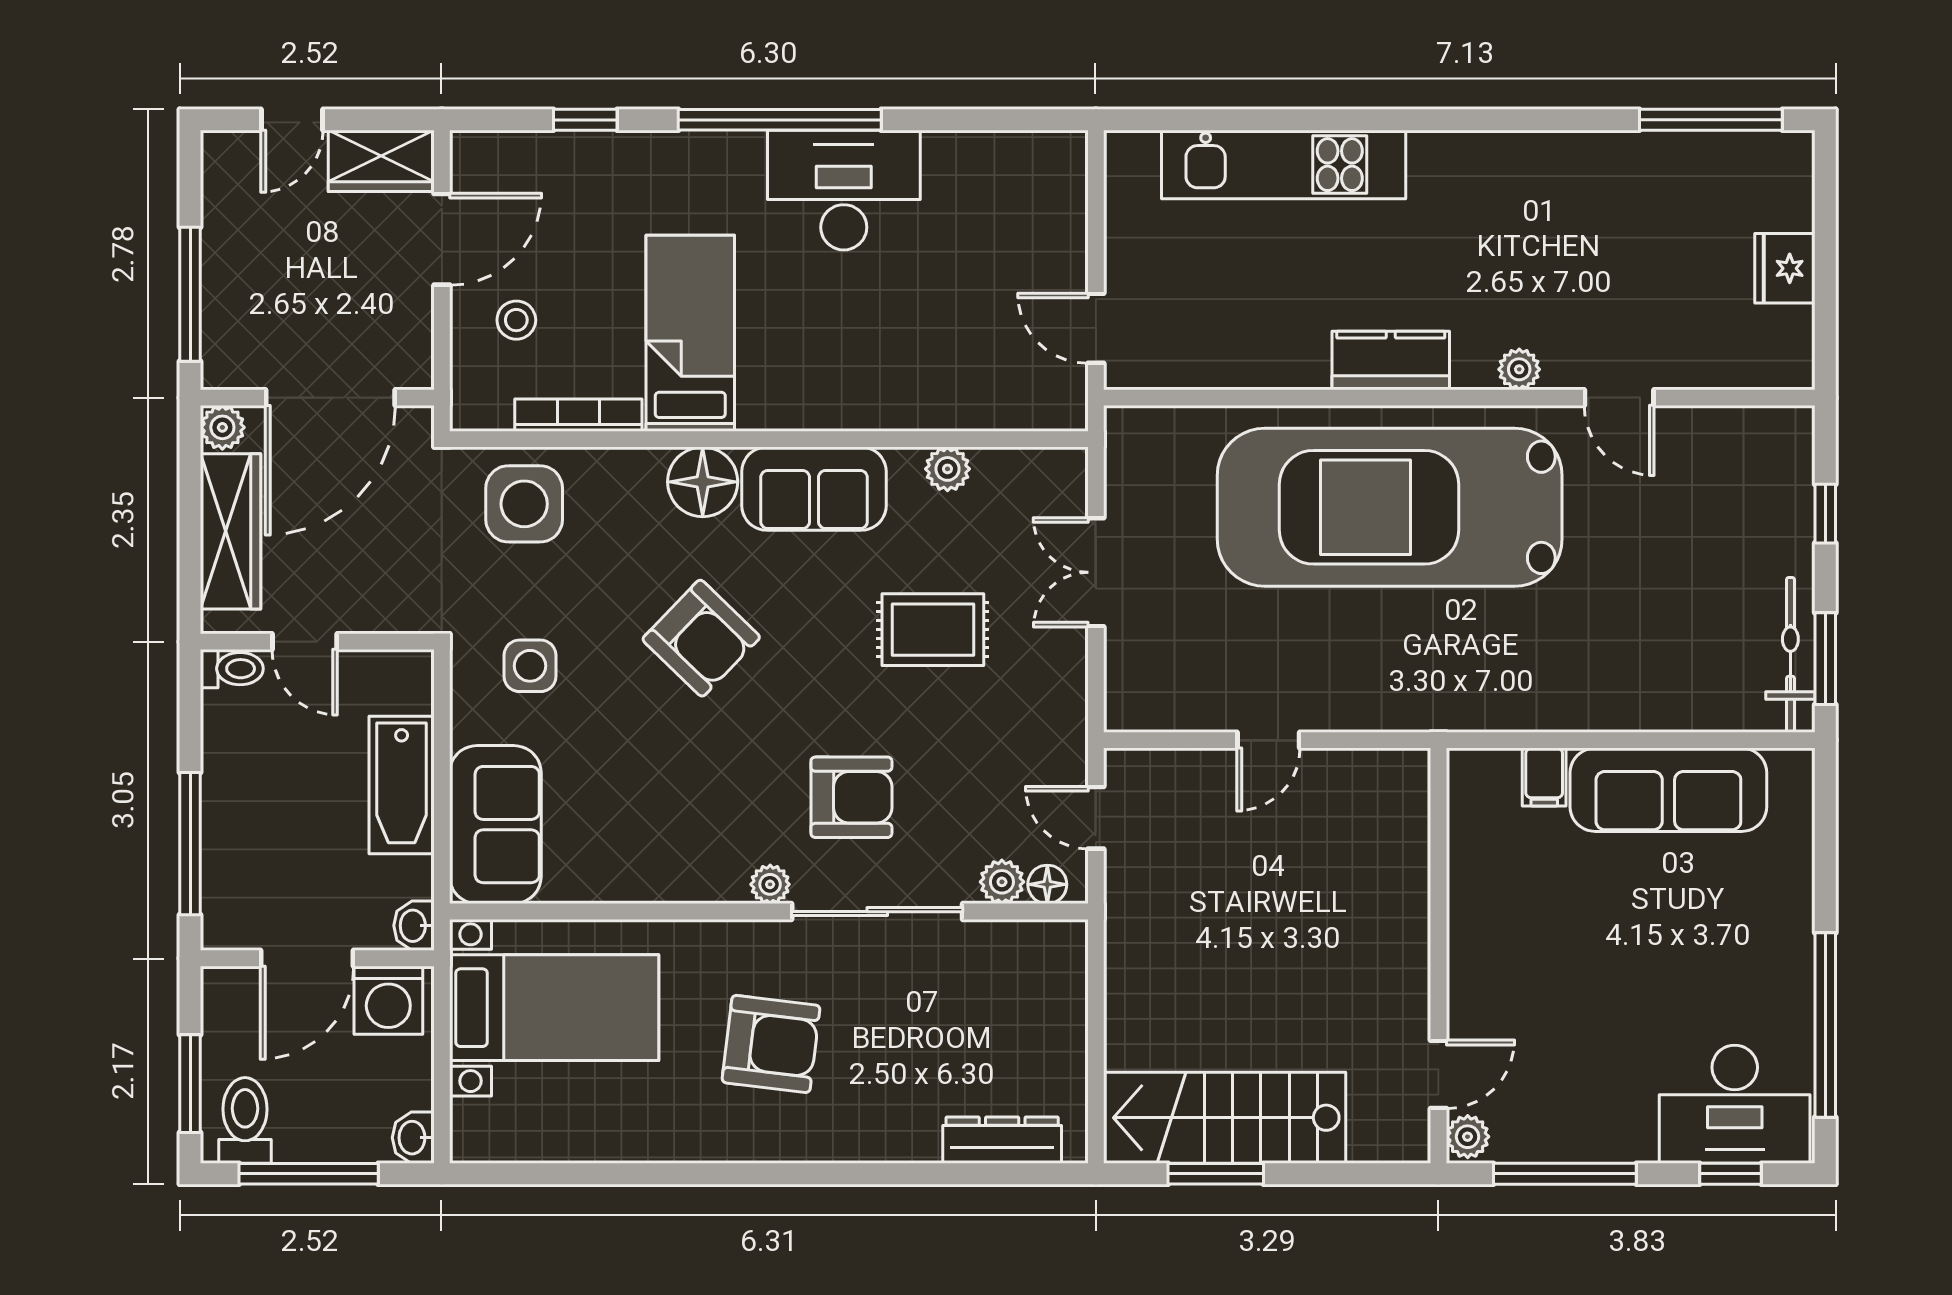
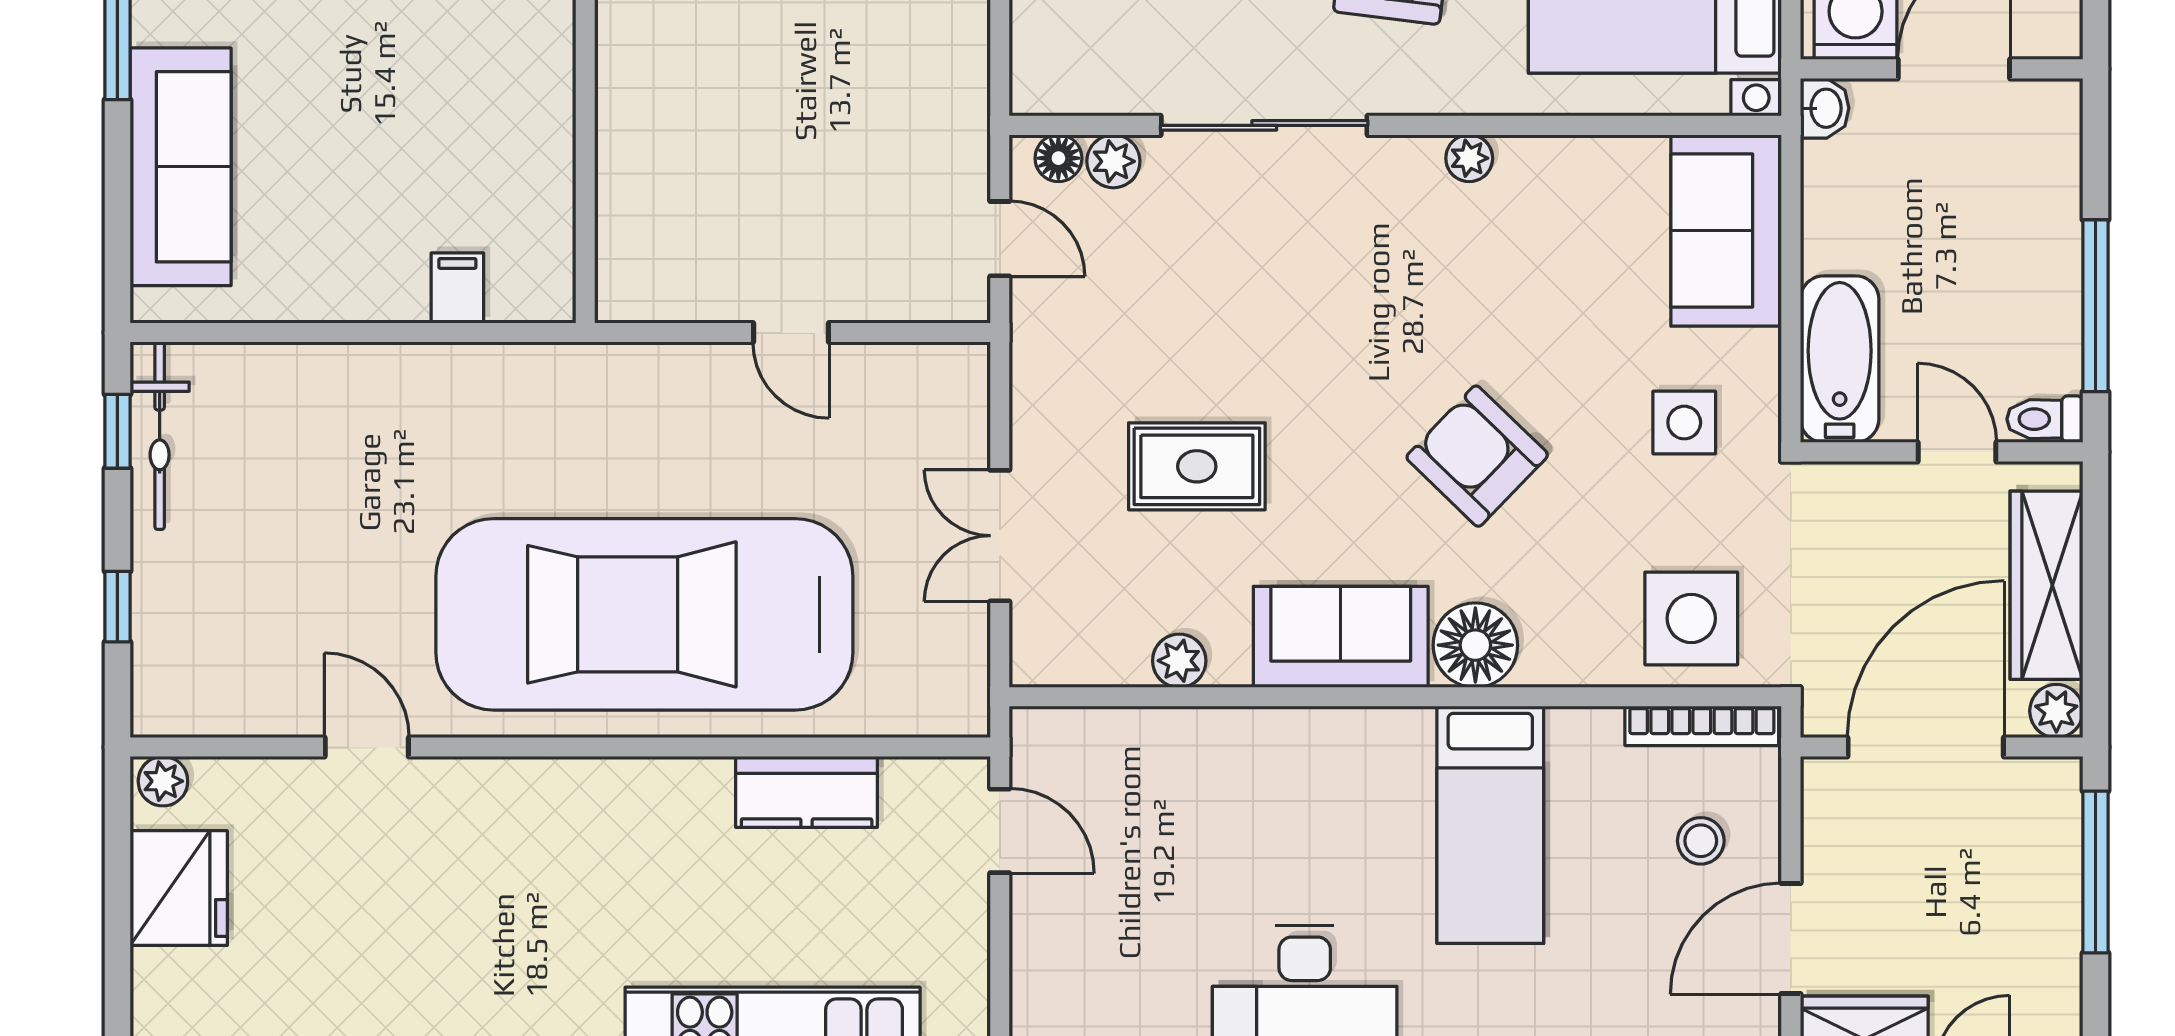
fridge: (1785, 268) -> (179, 888), width x1.36, depth x1.34
kitchen counter: (1391, 360) -> (807, 792), moved
plant: (1519, 369) -> (163, 781), moved
bookcase: (578, 415) -> (1702, 726), moved
car: (1390, 507) -> (644, 614), turned 180
double door: (1096, 572) -> (1000, 536), swing flipped
window: (1825, 659) -> (117, 431), width x0.67
door: (1268, 740) -> (791, 333), swing flipped
bathtub: (402, 785) -> (1840, 359), moved
sofa: (1668, 790) -> (181, 167), moved, turned 90
armchair: (851, 797) -> (1295, 264), removed
window: (190, 844) -> (2095, 306), moved
plant: (770, 884) -> (1469, 158), moved

